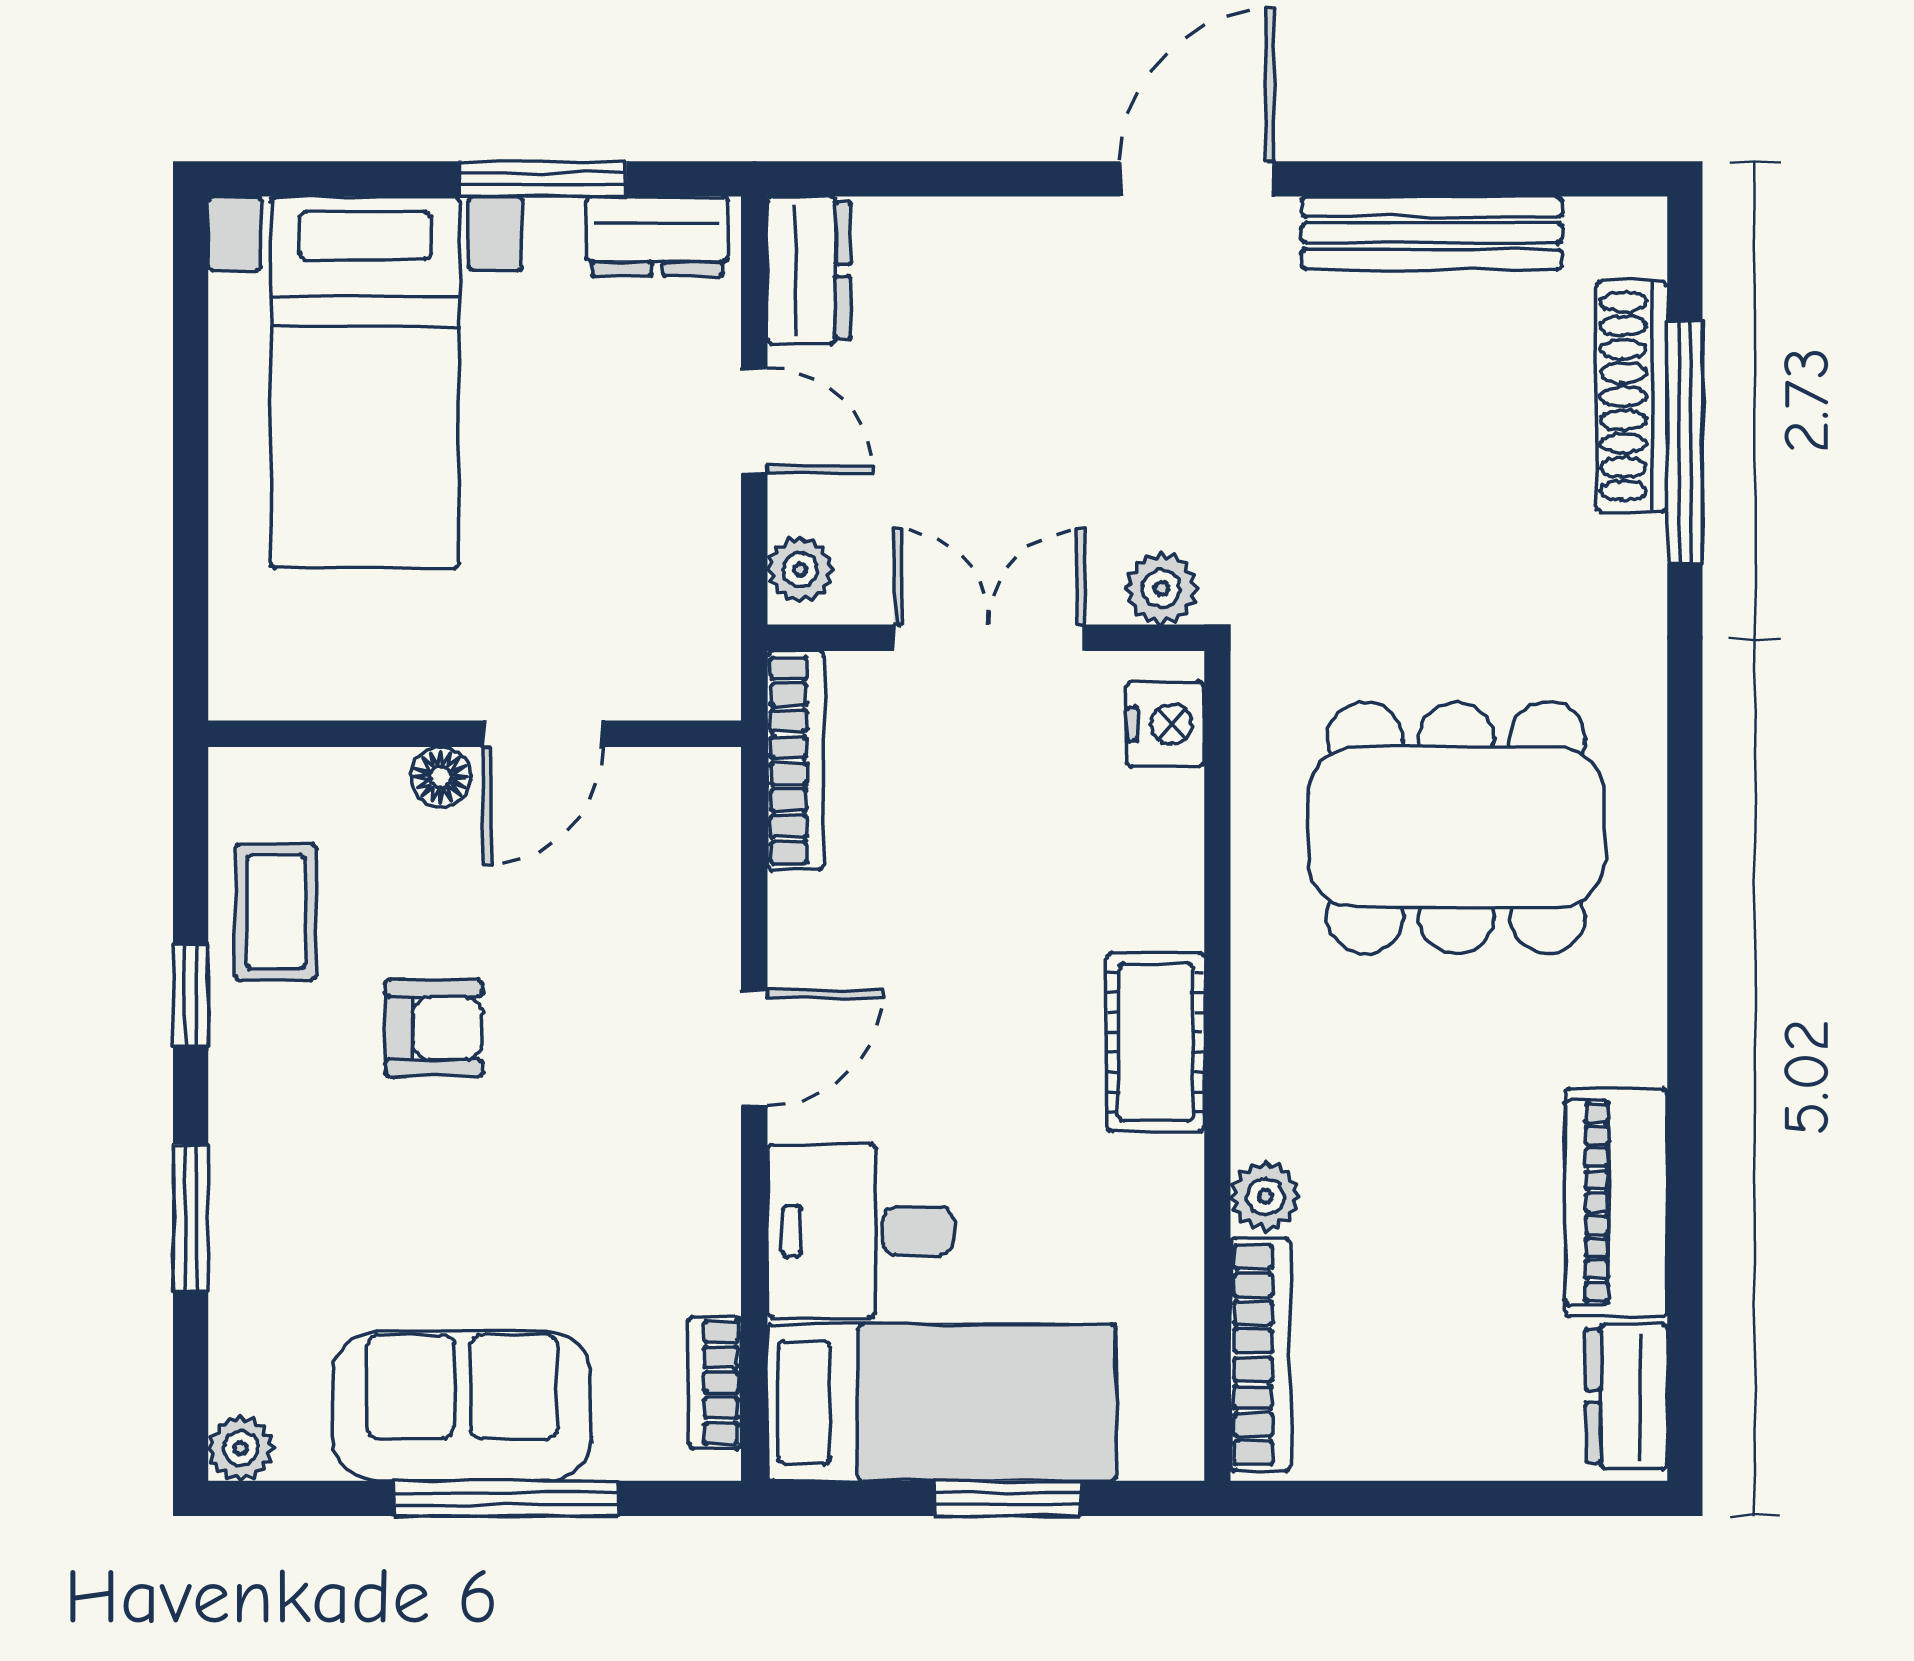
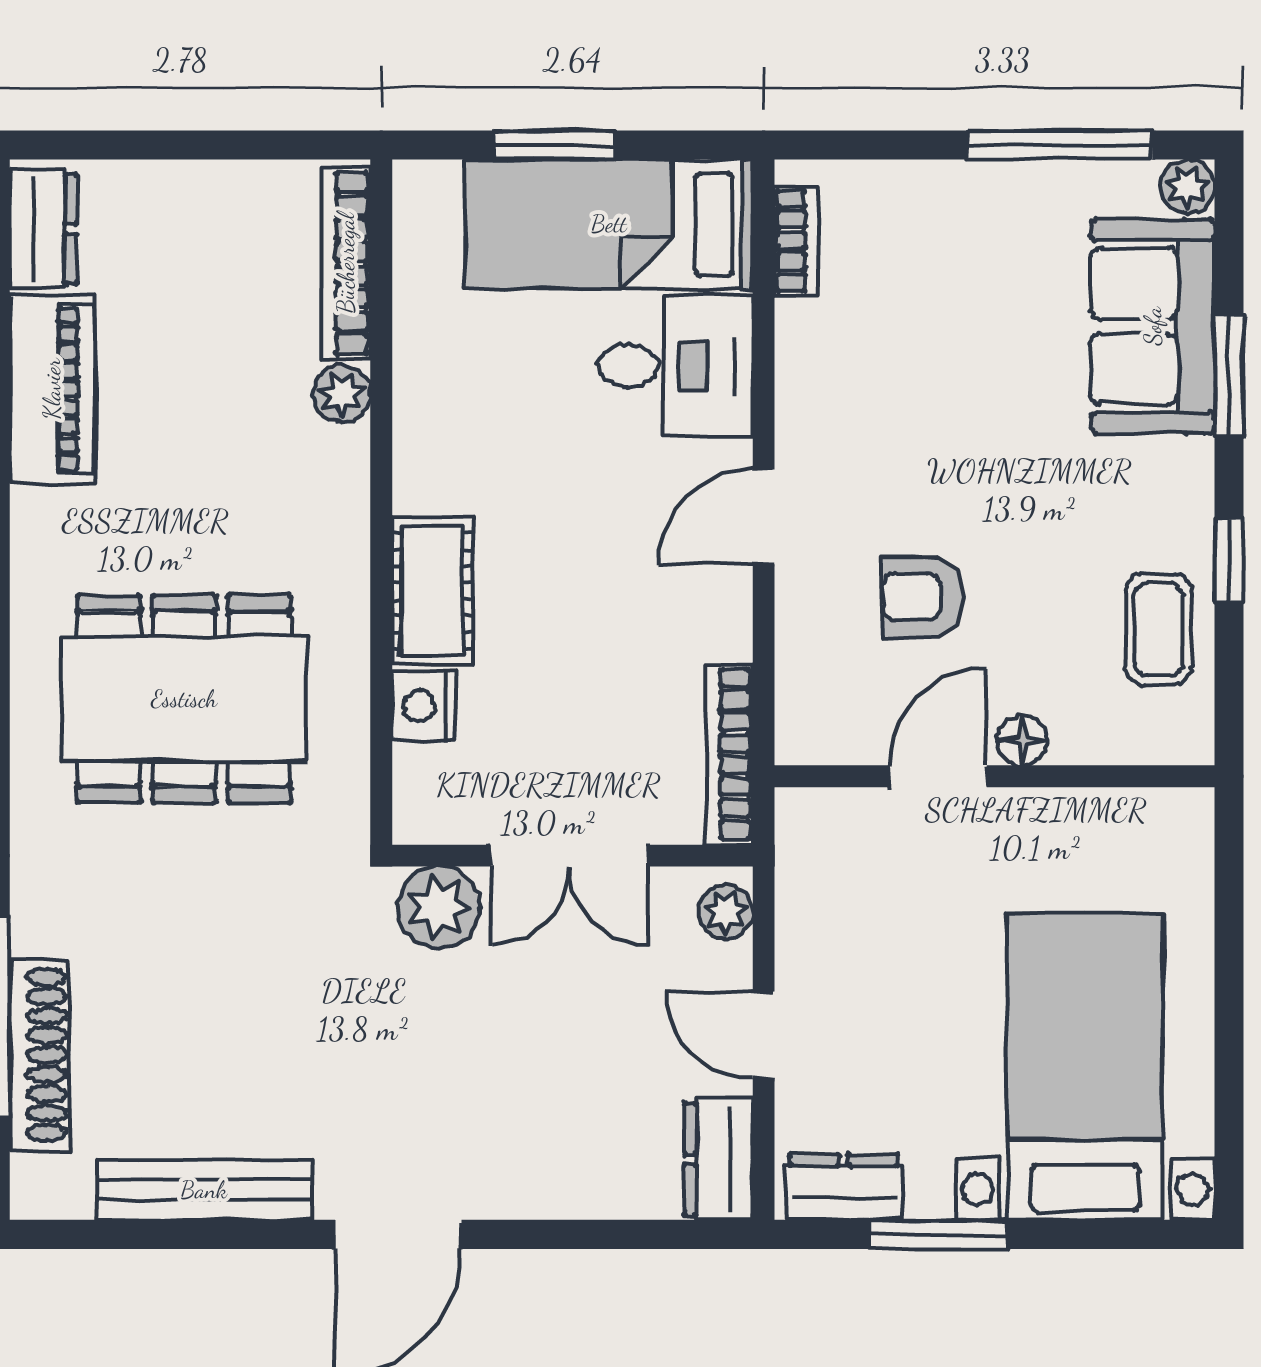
plant: (1162, 588) -> (439, 908), width x1.38, depth x1.38
nightstand: (1165, 724) -> (424, 706), moved
armchair: (434, 1028) -> (923, 597), moved
cot: (1156, 1042) -> (432, 591), moved
sofa: (462, 1406) -> (1153, 326), moved, turned 90
window: (507, 1498) -> (1060, 145), moved

